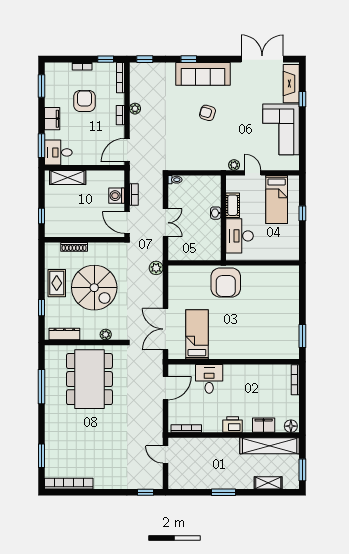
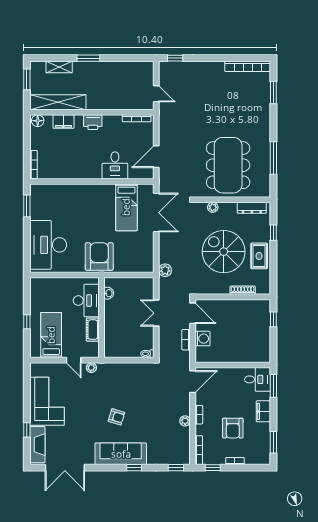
shelving: (68, 178) -> (249, 356), removed
washbasin: (216, 213) -> (109, 293), moved
desk: (280, 295) -> (48, 245), added
window: (223, 492) -> (88, 58), moved

